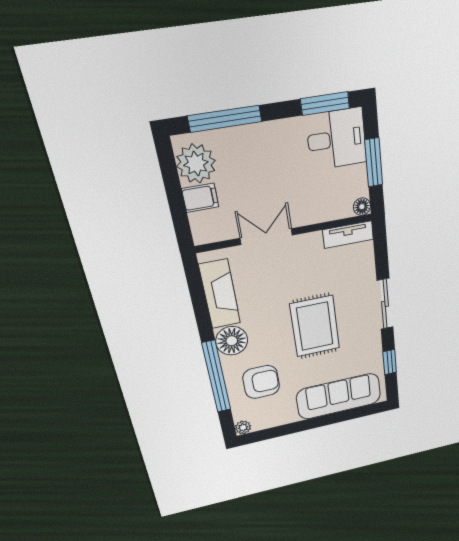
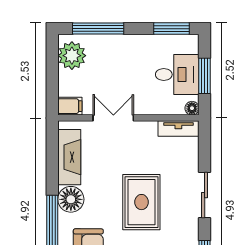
desk: (337, 139) -> (177, 74), moved
filing cabinet: (200, 198) -> (70, 106), moved

